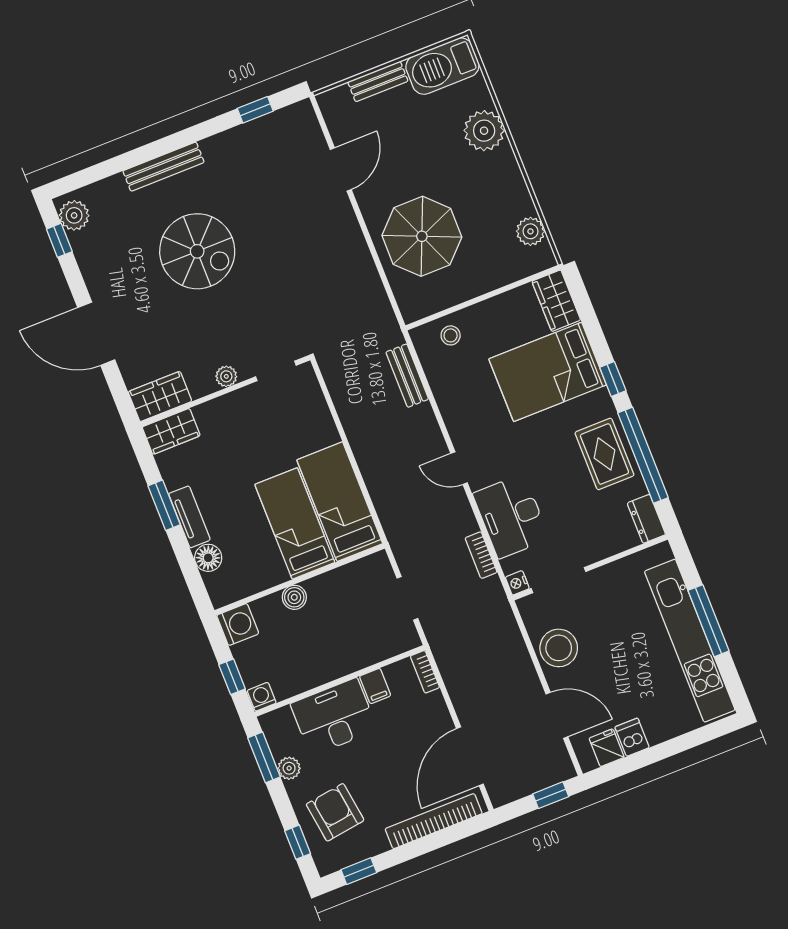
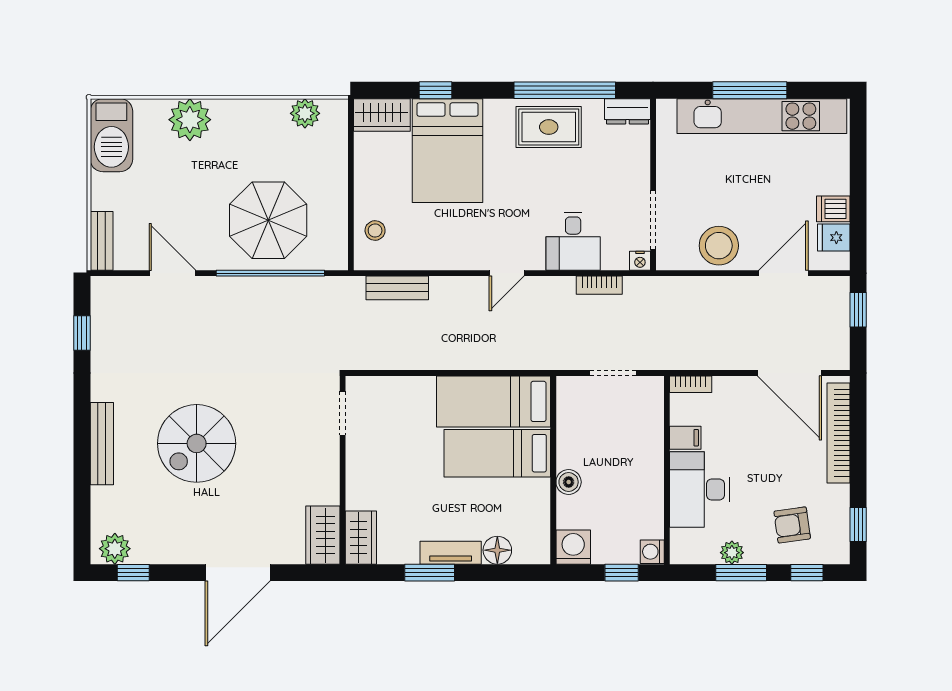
bench: (378, 81) -> (102, 241), moved
spiral stairs: (197, 251) -> (197, 443), turned 180
window: (375, 257) -> (270, 273), added
plant: (226, 376) -> (329, 463), removed
window: (613, 379) -> (435, 90), moved
desk: (511, 516) -> (573, 241), width x0.73
window: (264, 757) -> (741, 573), moved
armchair: (335, 812) -> (792, 525), width x0.72, depth x0.72

